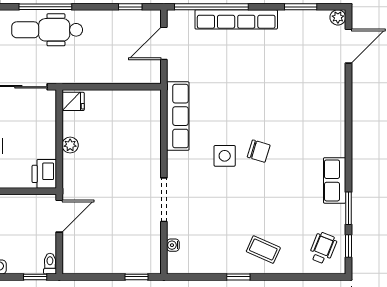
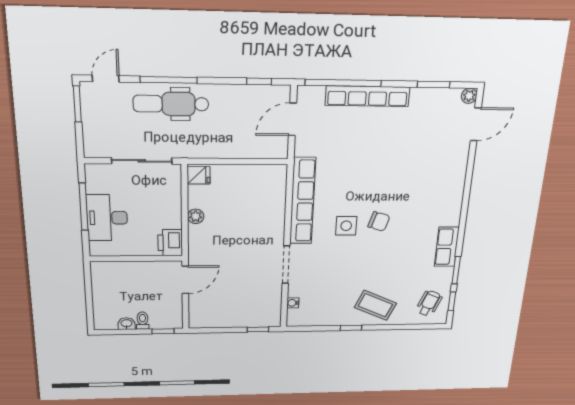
row of seats: (178, 116) -> (303, 201), width x1.36
coffee table: (263, 250) -> (375, 305), width x1.36, depth x1.30
toilet: (50, 264) -> (143, 321), moved

